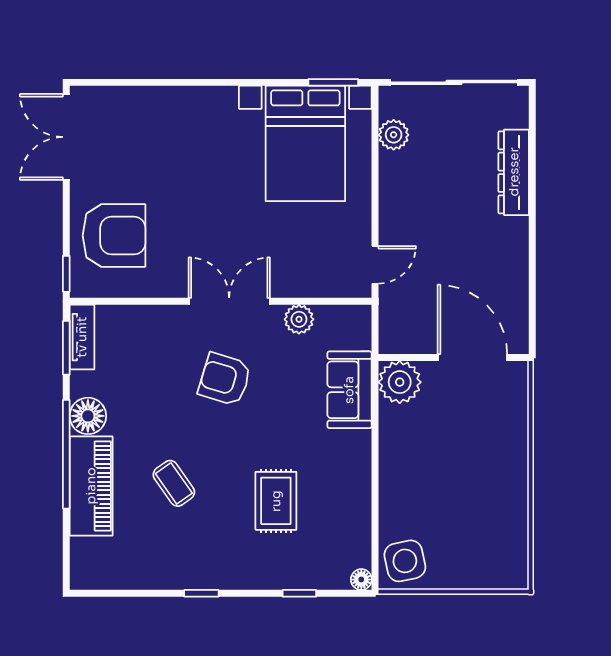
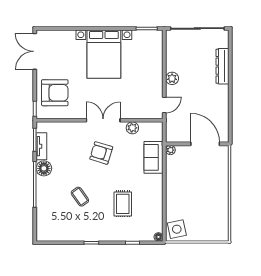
plant: (394, 135) -> (172, 78), moved
bed with nightstands: (305, 143) -> (104, 54), moved
tv unit: (82, 337) -> (41, 146), moved
plant: (400, 382) -> (170, 150), width x0.53, depth x0.53
piano: (91, 486) -> (45, 198), removed

